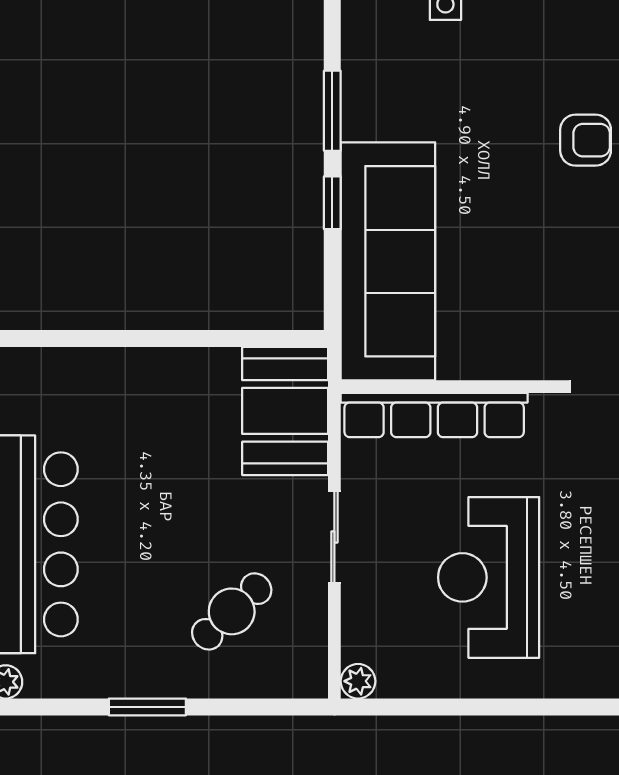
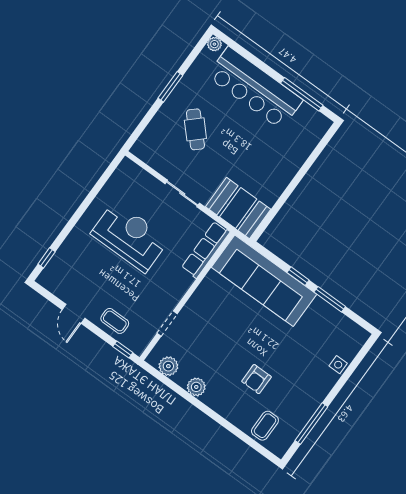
row of seats: (434, 415) -> (206, 250), width x0.73
cafe table: (232, 611) -> (195, 129), moved
plant: (358, 681) -> (127, 166), removed

